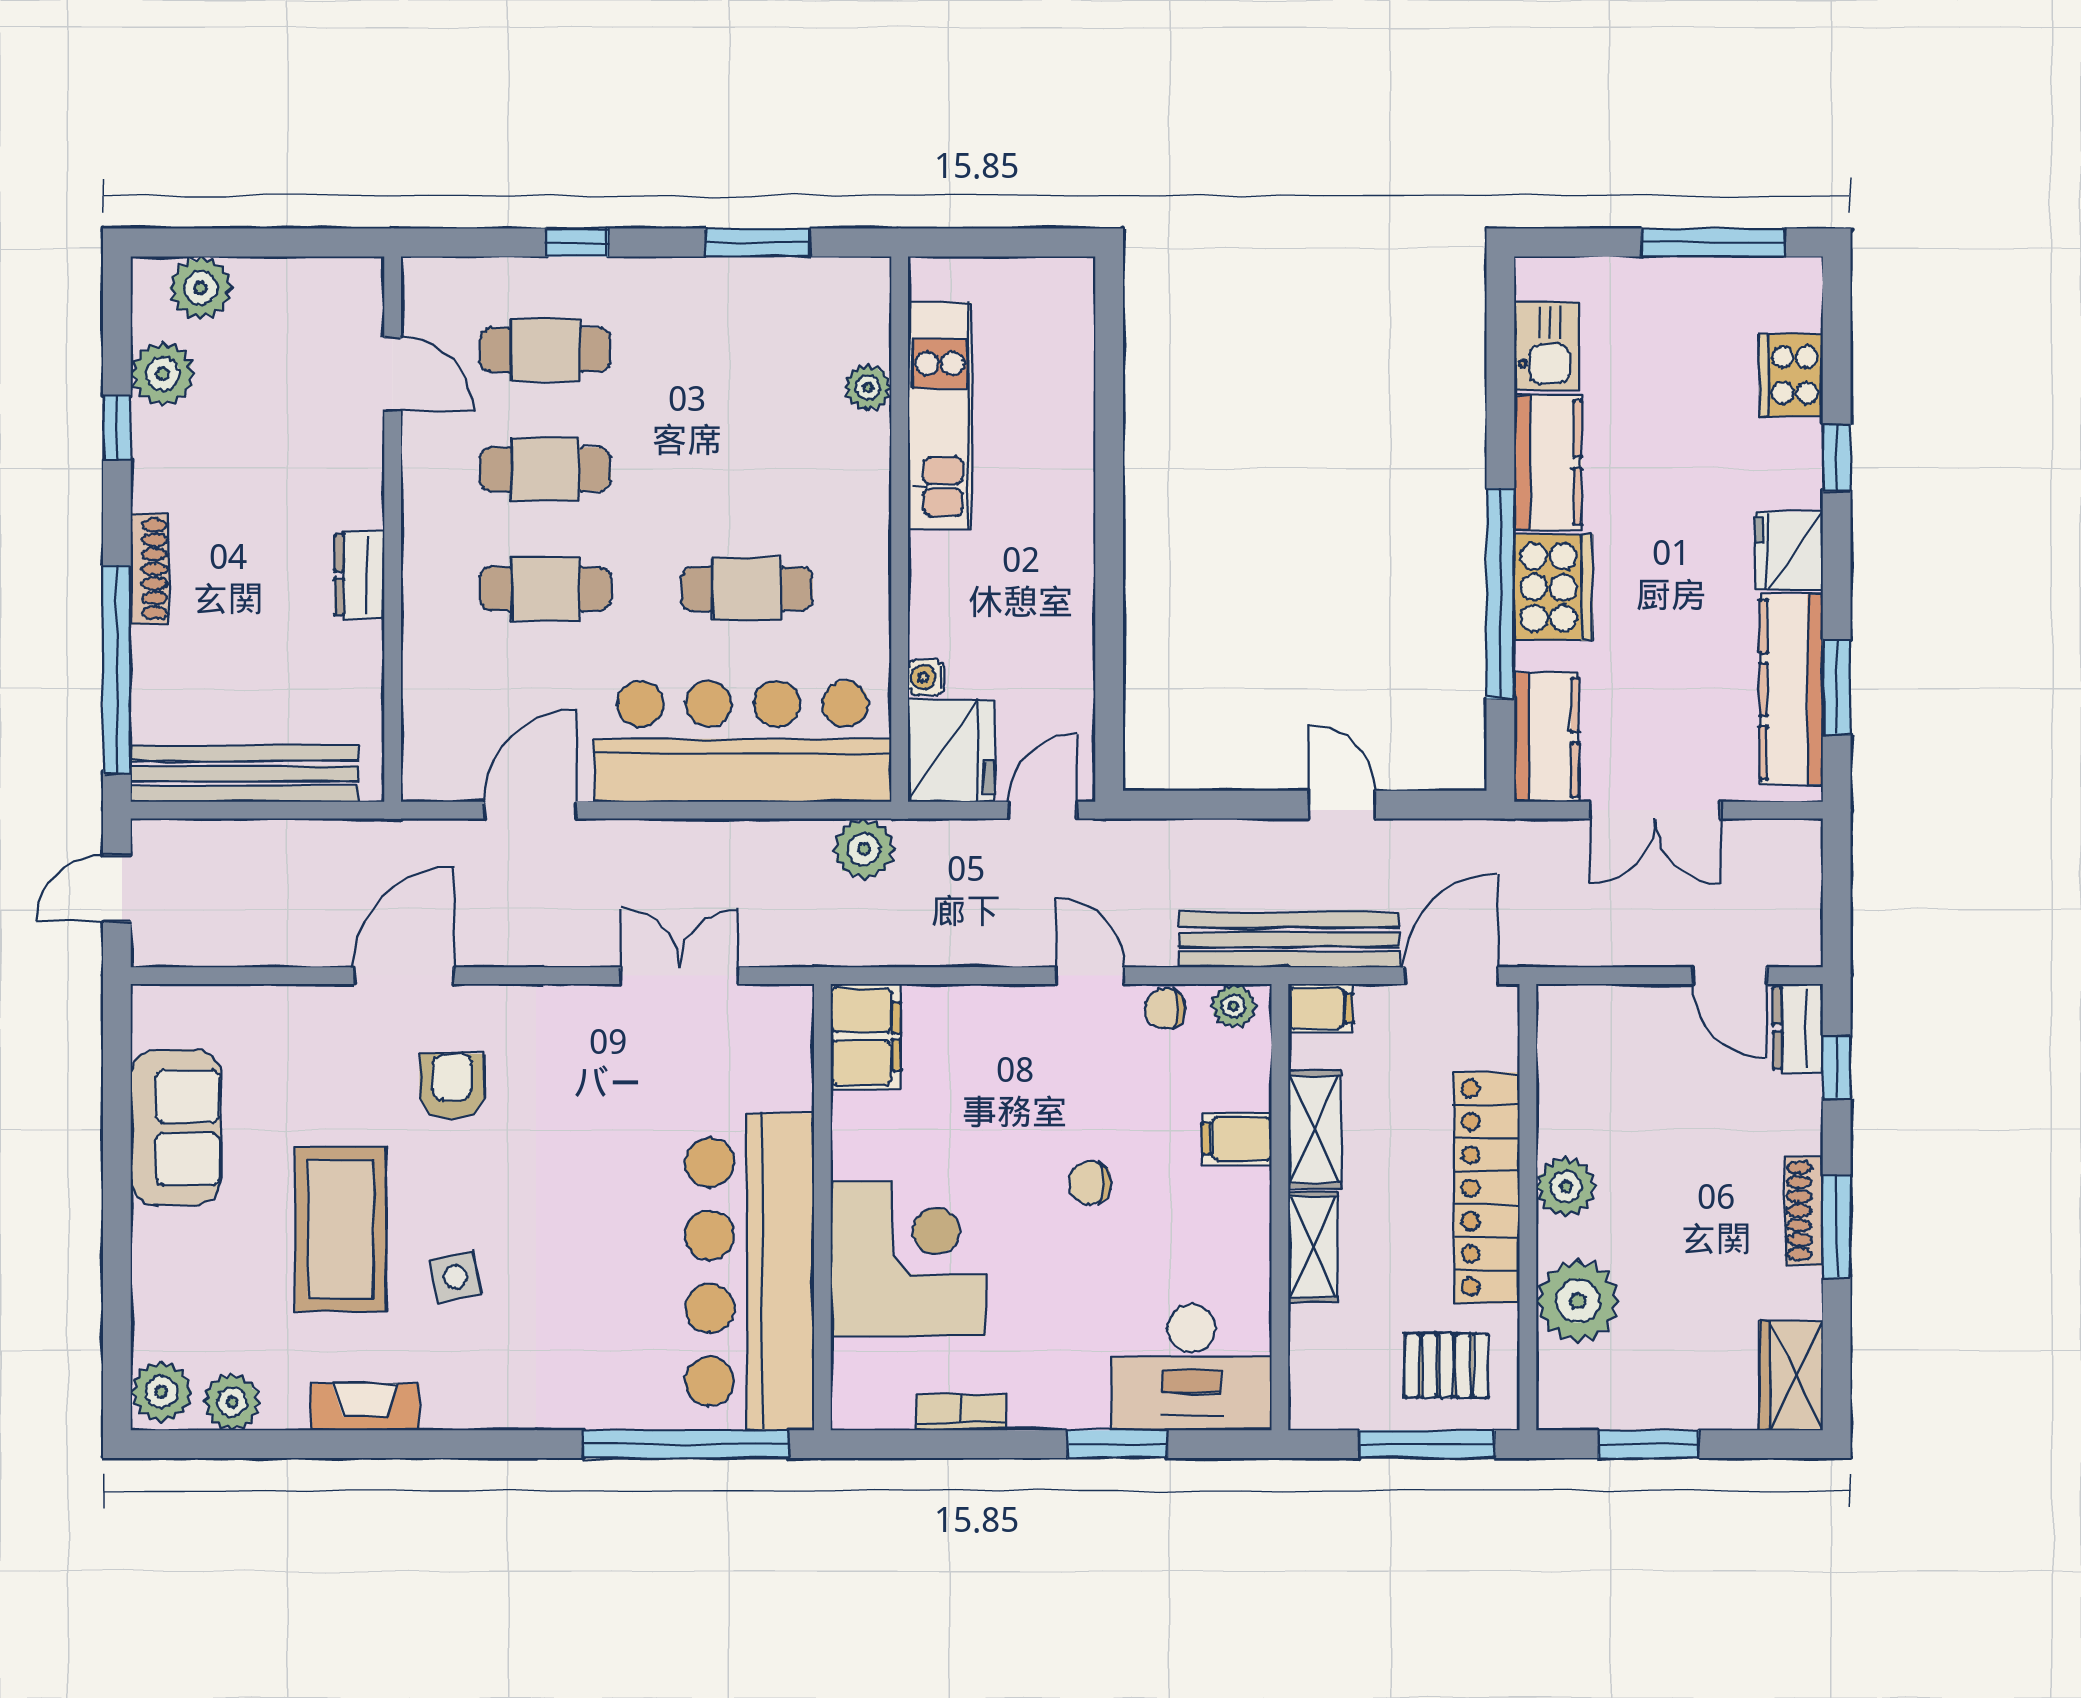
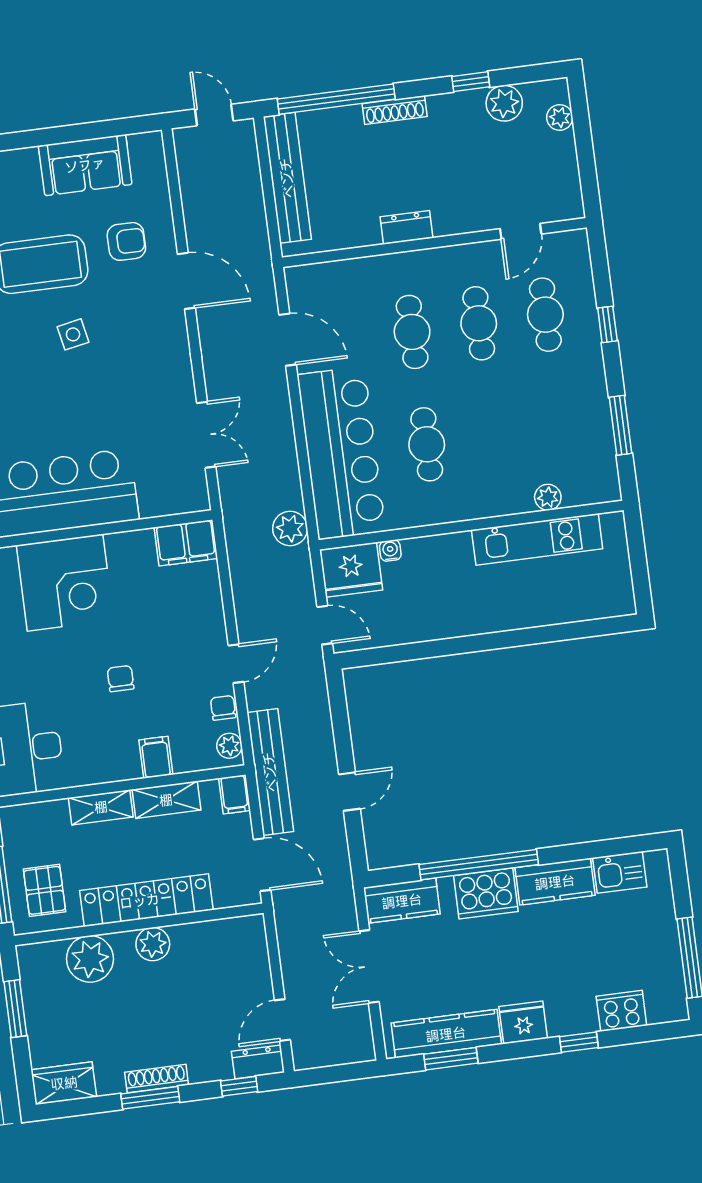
plant: (201, 288) -> (560, 117), width x0.73, depth x0.73
armchair: (452, 1086) -> (126, 241), moved
side table: (456, 1277) -> (73, 334), moved

